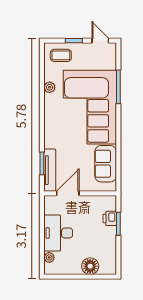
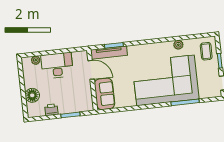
sofa: (106, 164) -> (104, 94), moved, turned 90
printer: (110, 218) -> (51, 110), moved

